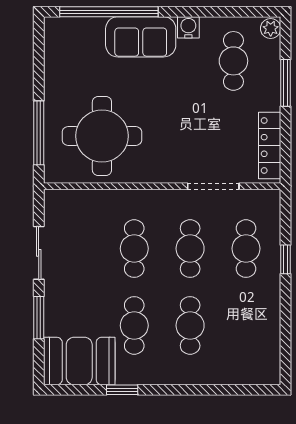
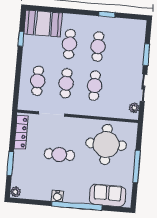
window: (109, 12) -> (77, 206), moved
sofa: (141, 37) -> (108, 195), moved
cafe table: (233, 61) -> (59, 155), moved, turned 90
window: (39, 133) -> (137, 166), moved
plant: (54, 212) -> (134, 108), added
window: (286, 259) -> (21, 39), moved
booth: (79, 361) -> (43, 24), moved

